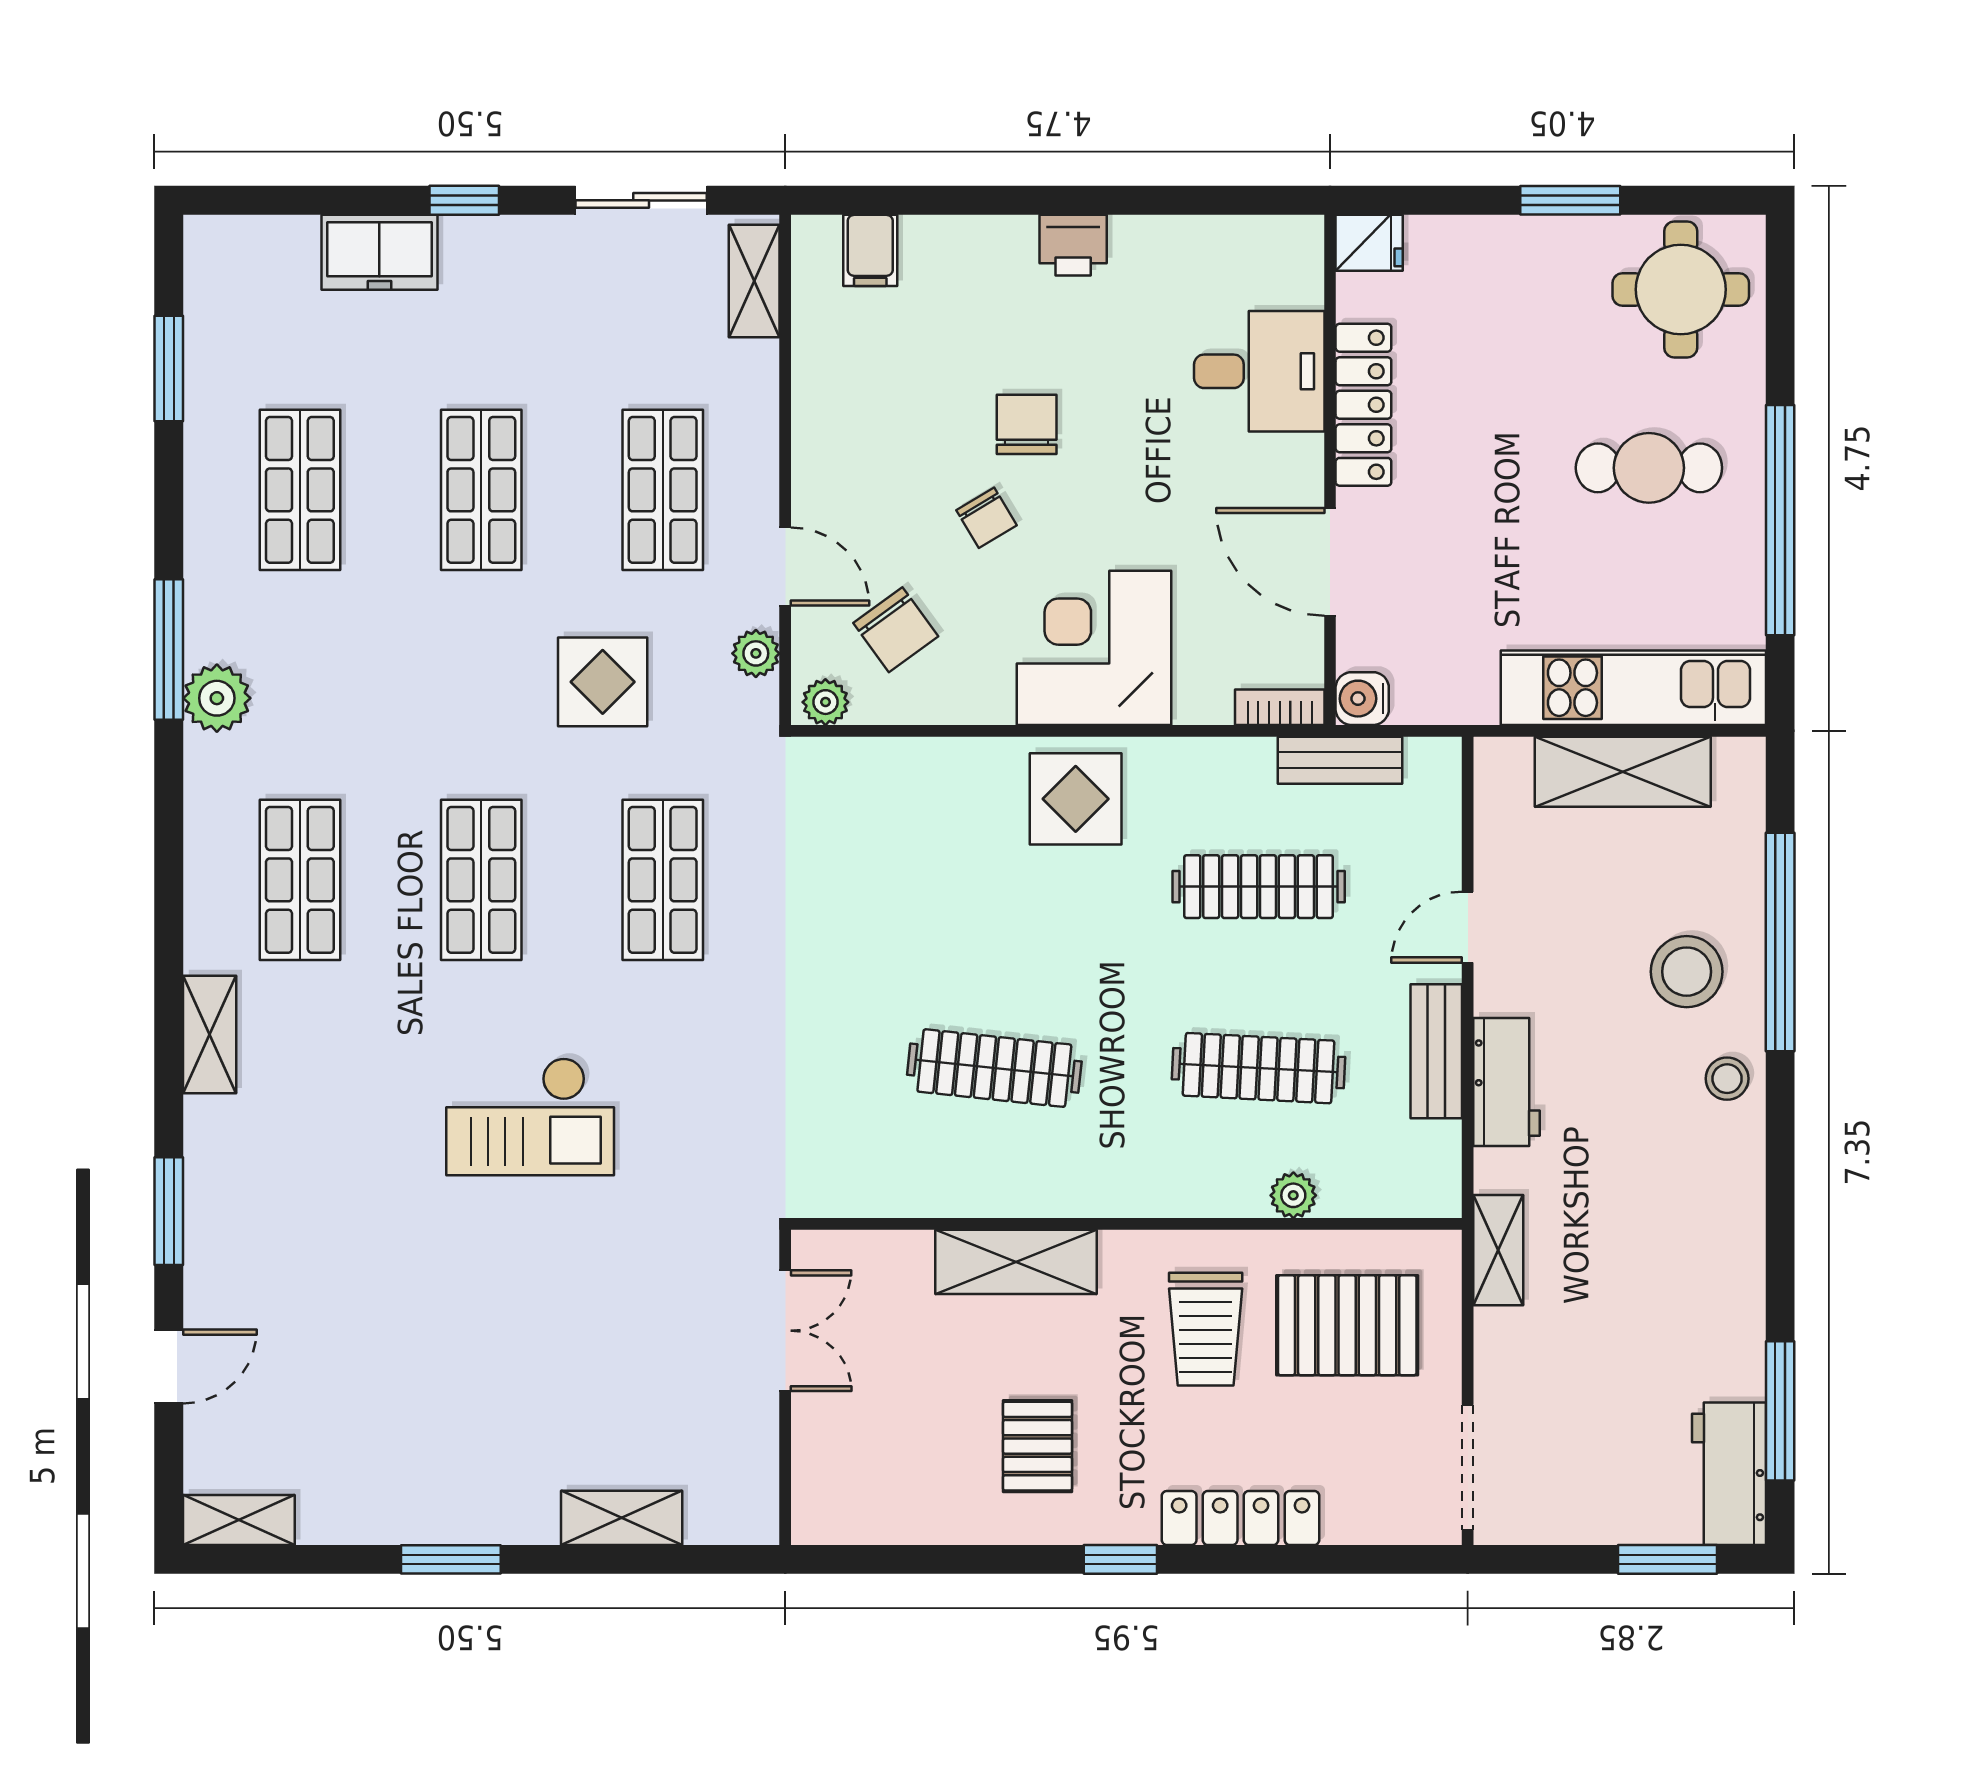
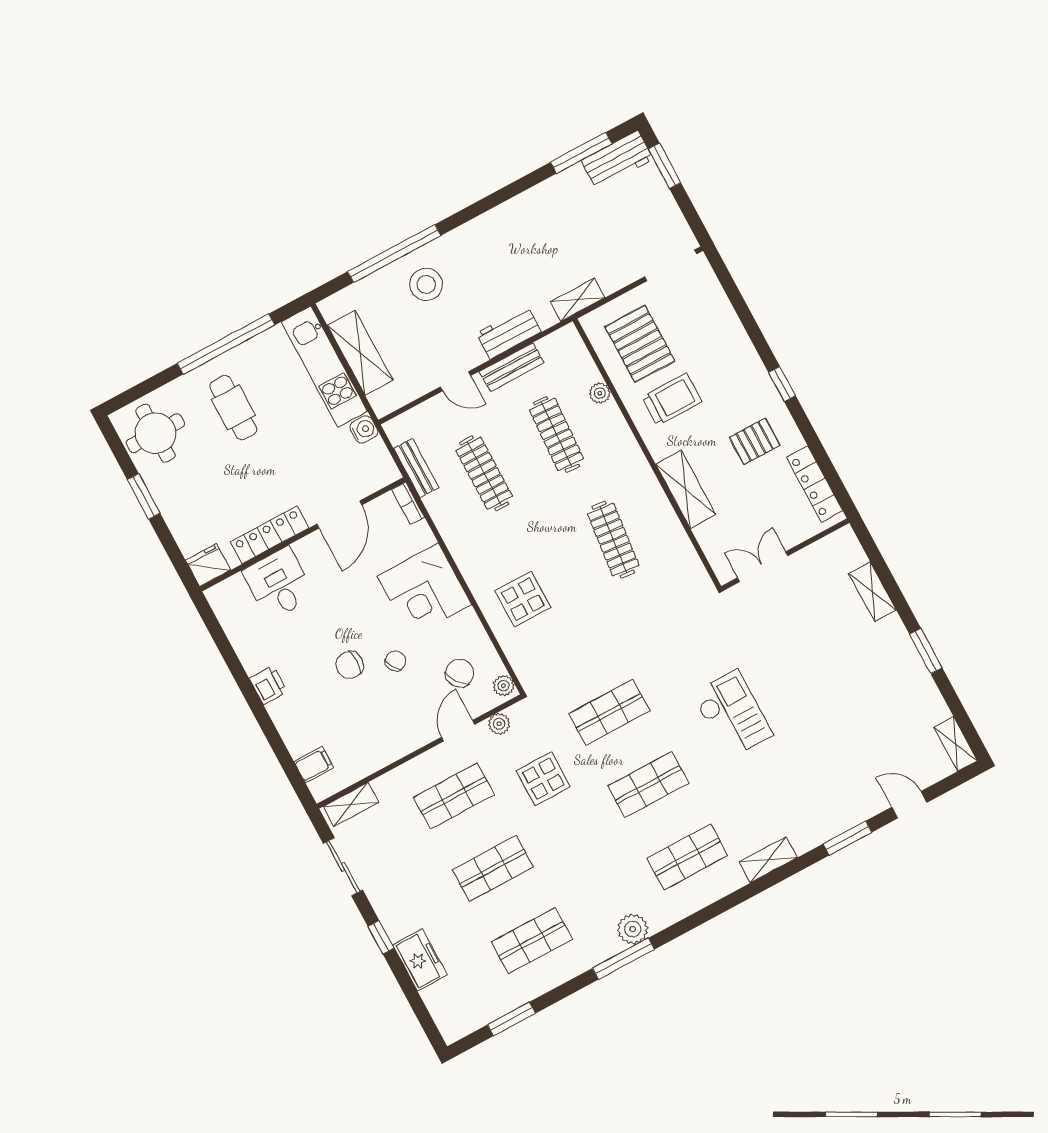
fridge: (1369, 243) -> (208, 565), width x1.38
water cooler: (1362, 699) -> (364, 429), moved, turned -90
display table: (1076, 799) -> (523, 599), moved
stool: (1727, 1079) -> (460, 245), removed
locker: (1241, 1518) -> (815, 484), moved

